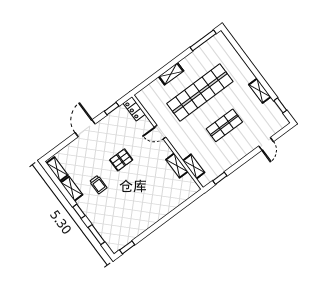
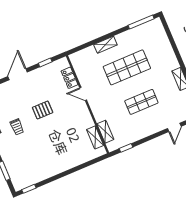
shop shelf: (200, 92) -> (127, 67), width x0.71
locker: (134, 109) -> (69, 78), moved
shelving: (177, 166) -> (95, 137), moved

